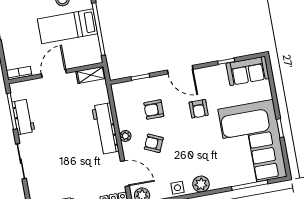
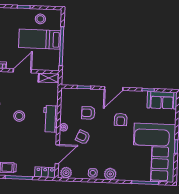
door: (180, 70) -> (114, 88), hinge flipped
workbench: (105, 129) -> (50, 119), width x0.73
stool: (63, 134) -> (19, 116), added
door: (125, 174) -> (57, 154), hinge flipped

